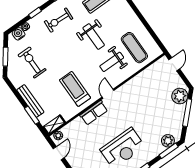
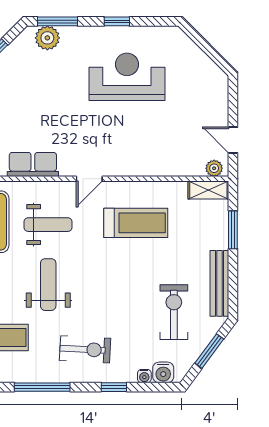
exercise bike: (32, 63) -> (174, 312), turned 180
treadmill: (75, 89) -> (136, 223), turned -90
bench: (30, 101) -> (219, 283), moved
row of seats: (94, 113) -> (33, 164), moved
door: (59, 153) -> (233, 140), hinge flipped

